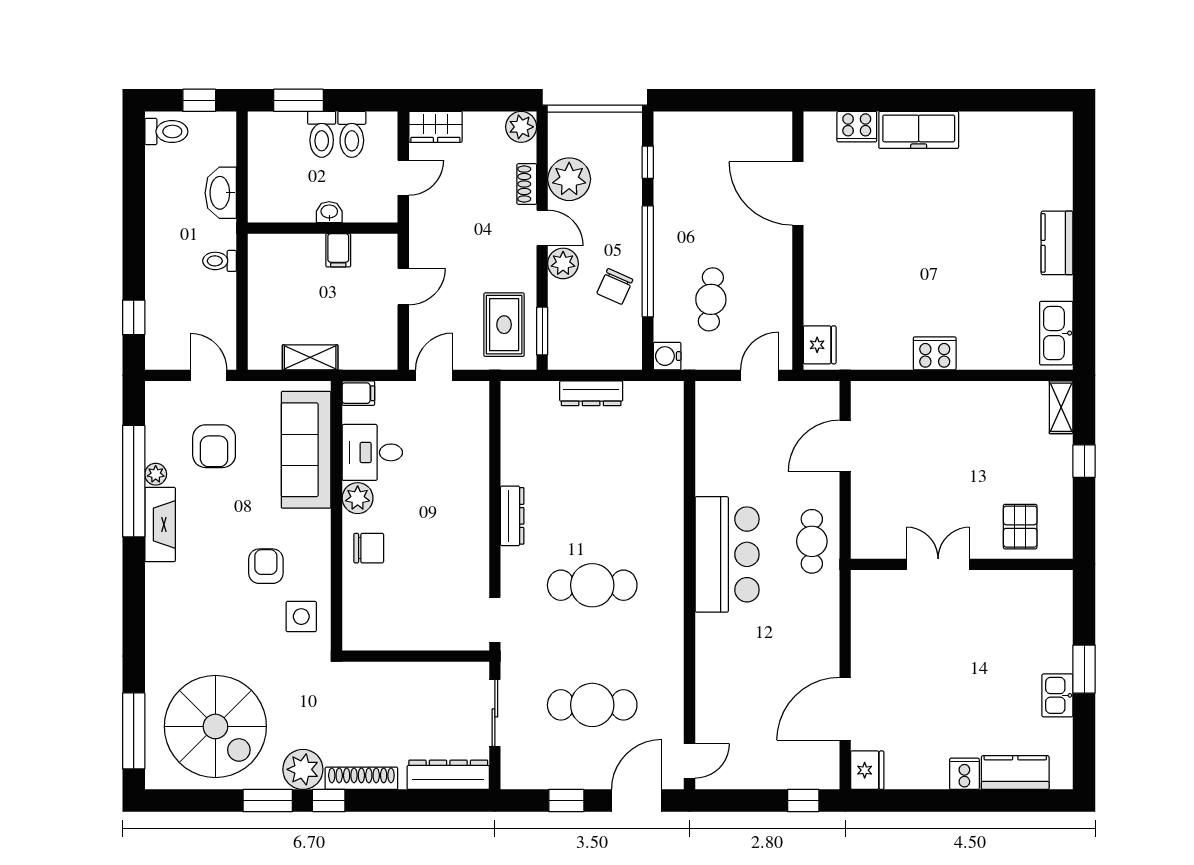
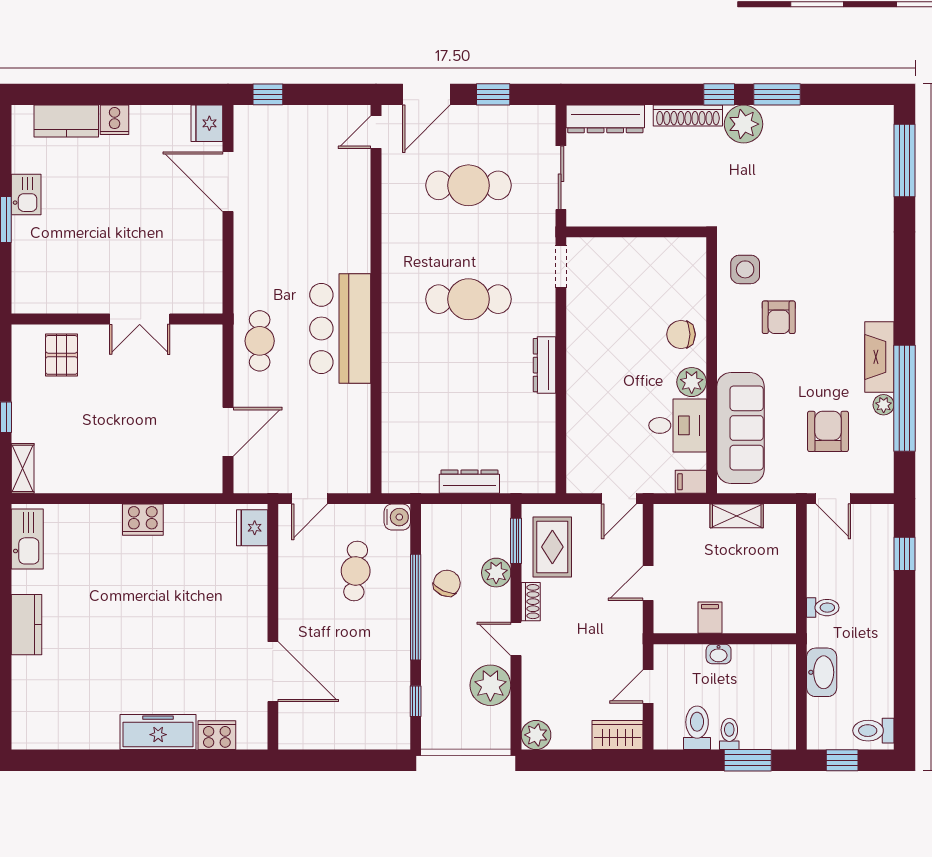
toilet: (322, 134) -> (729, 734), width x0.73, depth x0.72
shoe rack: (527, 184) -> (531, 602), moved
plant: (563, 263) -> (496, 573), moved
door: (845, 709) -> (228, 182), swing flipped
spiral stairs: (215, 726) -> (827, 165), removed

